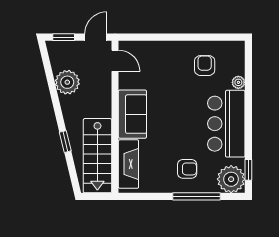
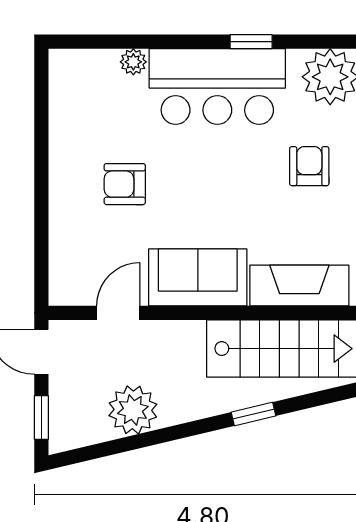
door: (115, 61) -> (118, 313), moved
armchair: (205, 66) -> (125, 184), moved
window: (248, 170) -> (251, 42), moved

